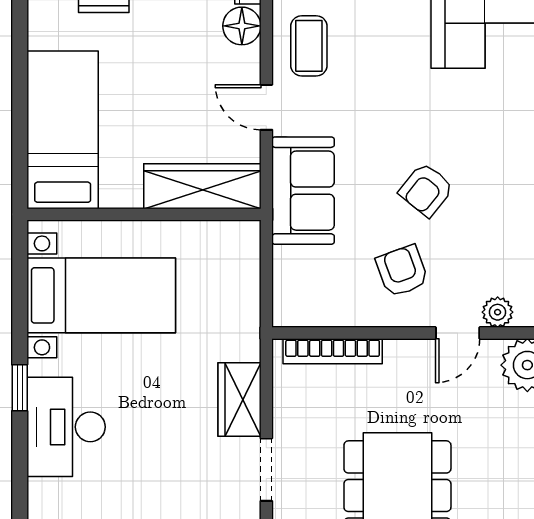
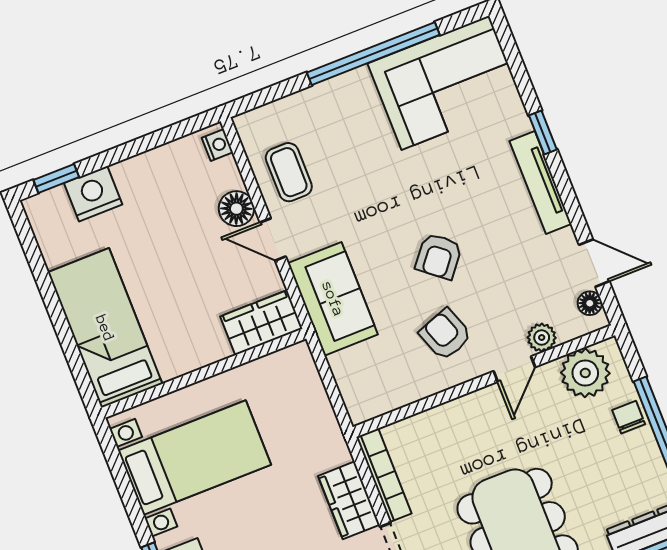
floor lamp: (242, 26) -> (236, 209), moved
wardrobe: (202, 186) -> (261, 323), width x0.67
bookcase: (333, 351) -> (384, 475), moved, turned -90

